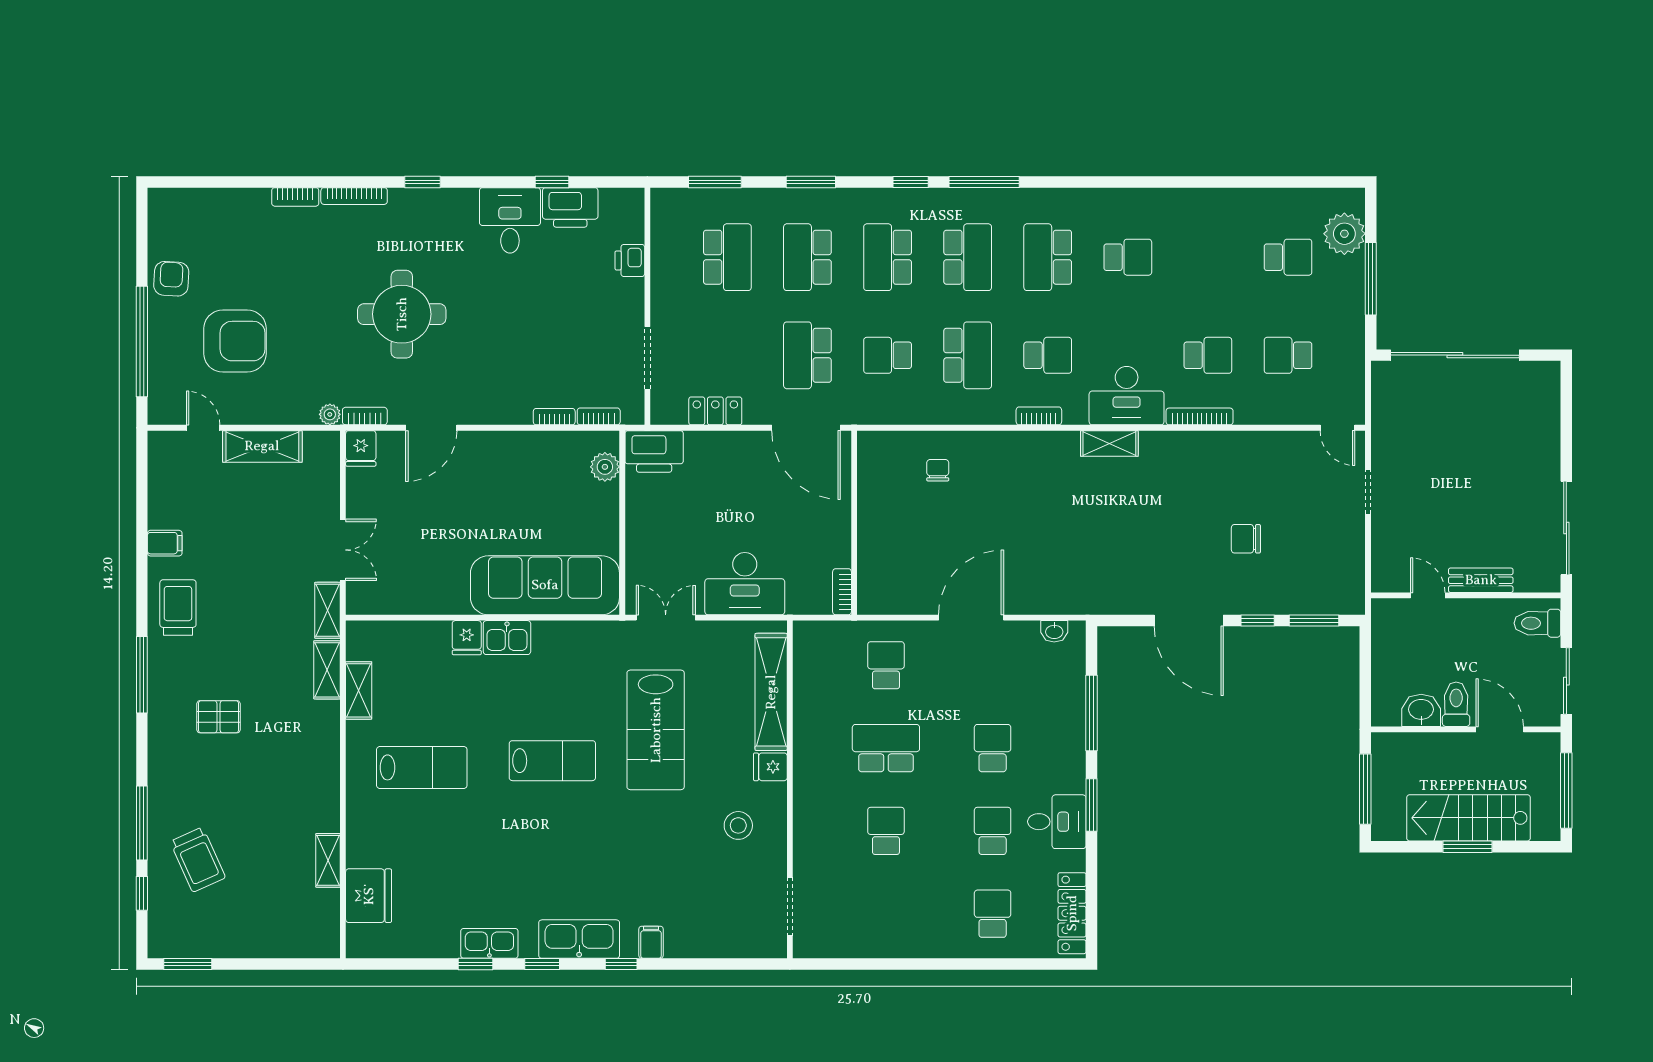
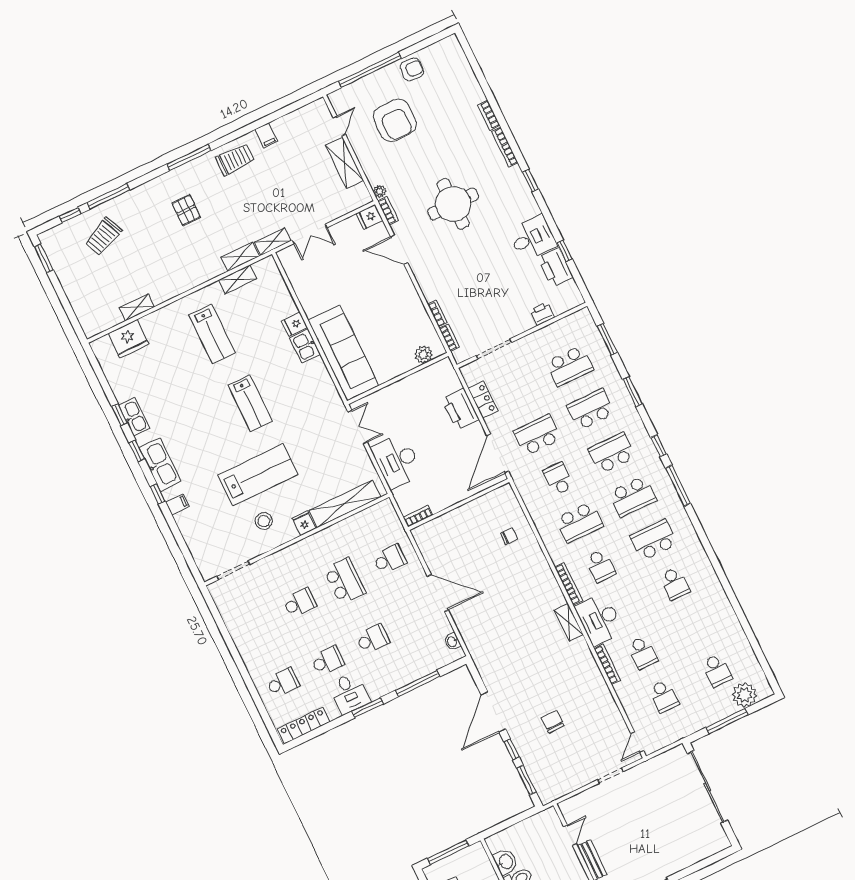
school desk: (1288, 355) -> (664, 696), turned 180
bookcase: (1039, 416) -> (569, 584), width x1.56
printer: (654, 451) -> (460, 409), moved
lab bench: (656, 730) -> (258, 475), moved, turned 180

